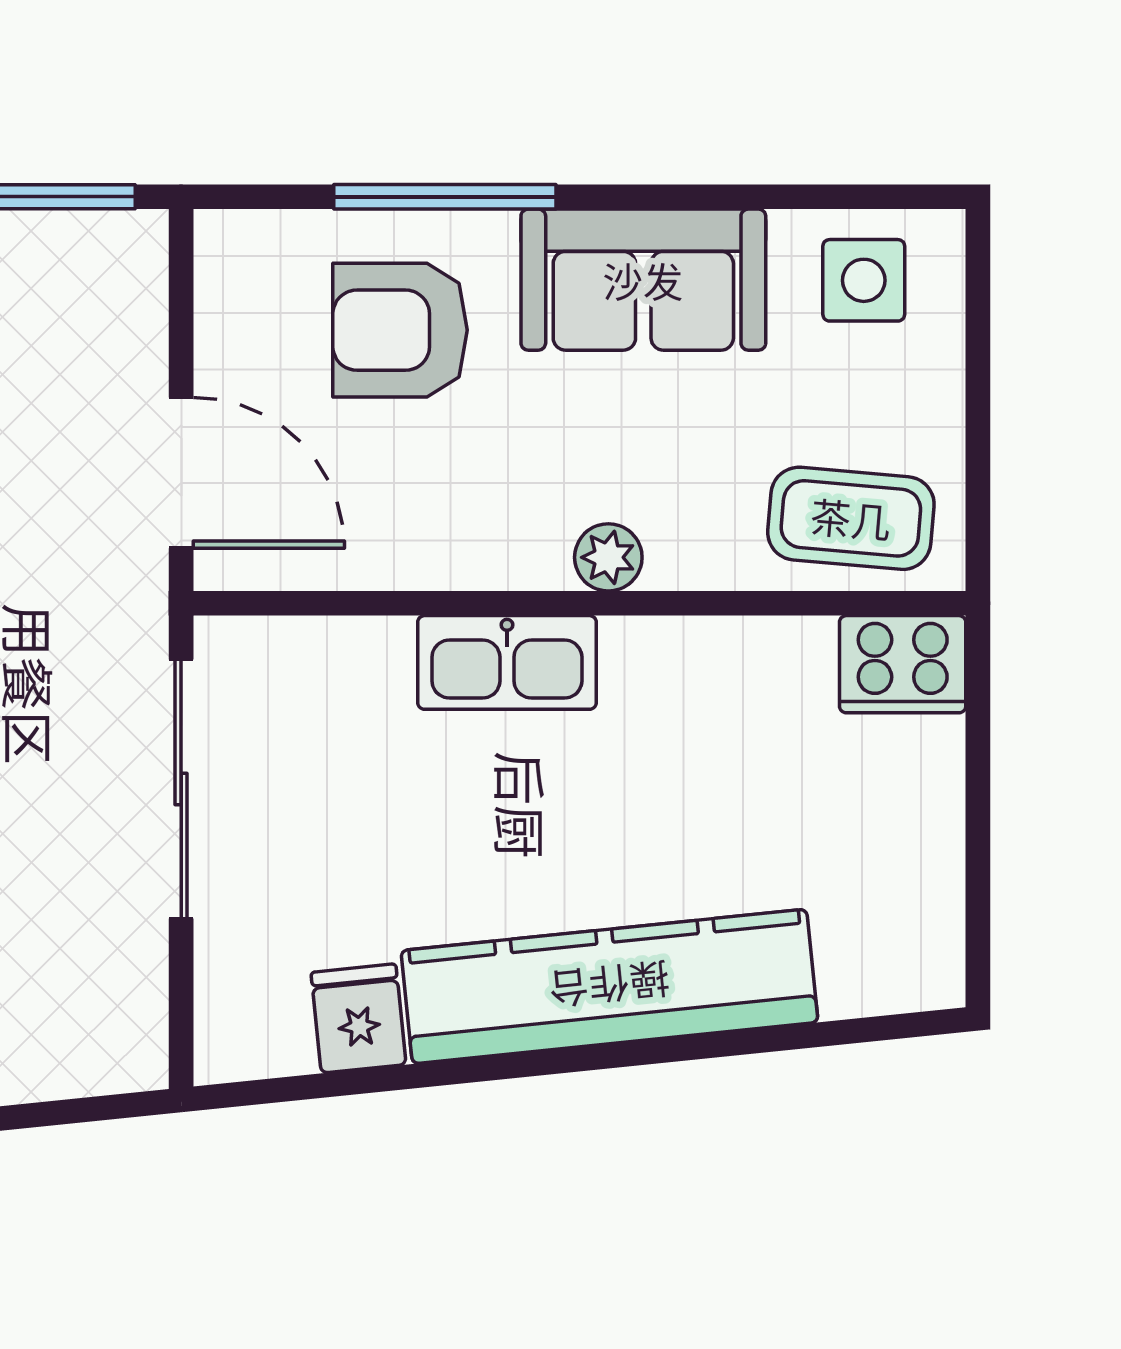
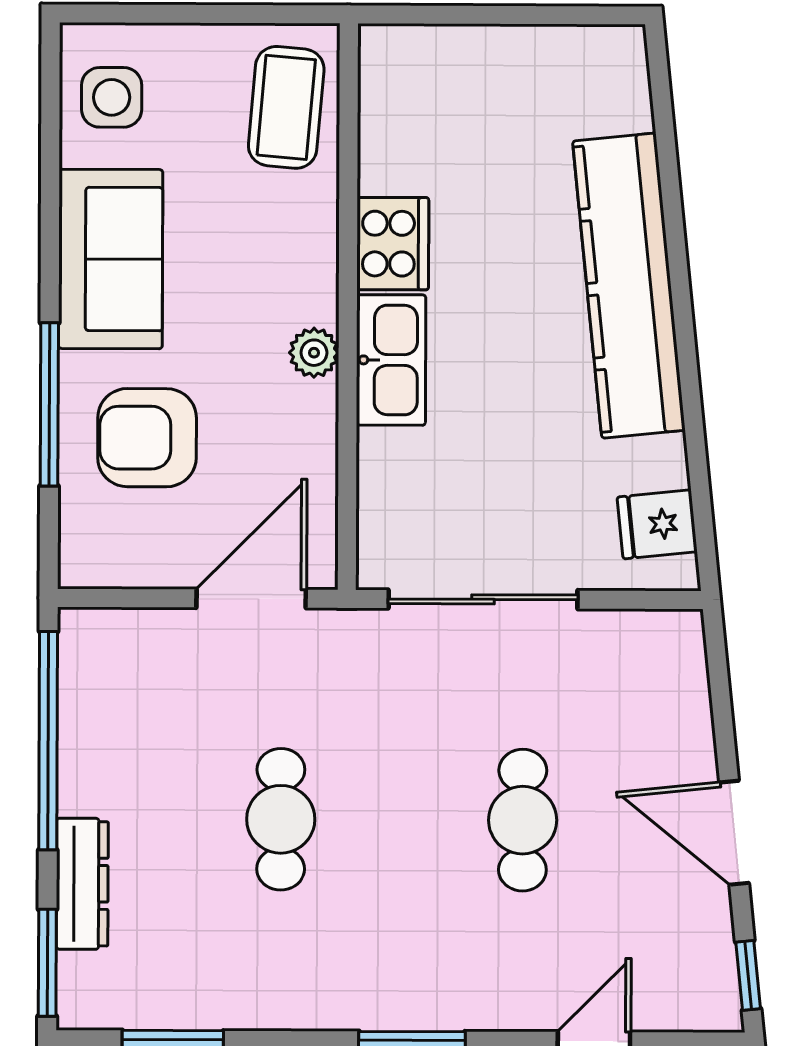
armchair: (400, 330) -> (147, 438), turned 90
plant: (608, 557) -> (314, 353), moved
cooker: (903, 664) -> (393, 244), moved
fridge: (358, 1018) -> (657, 524), moved

